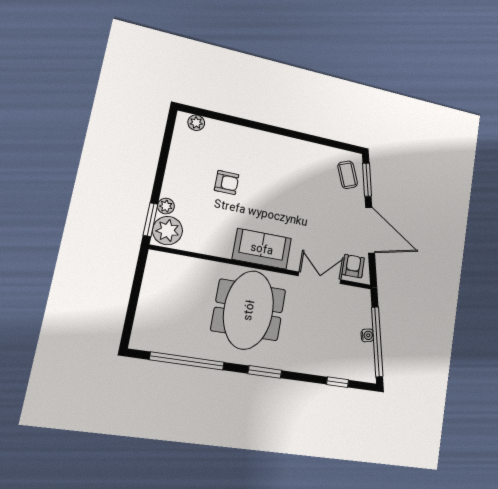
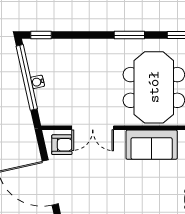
armchair: (353, 266) -> (62, 145), turned -90
window: (338, 382) -> (41, 35), moved

